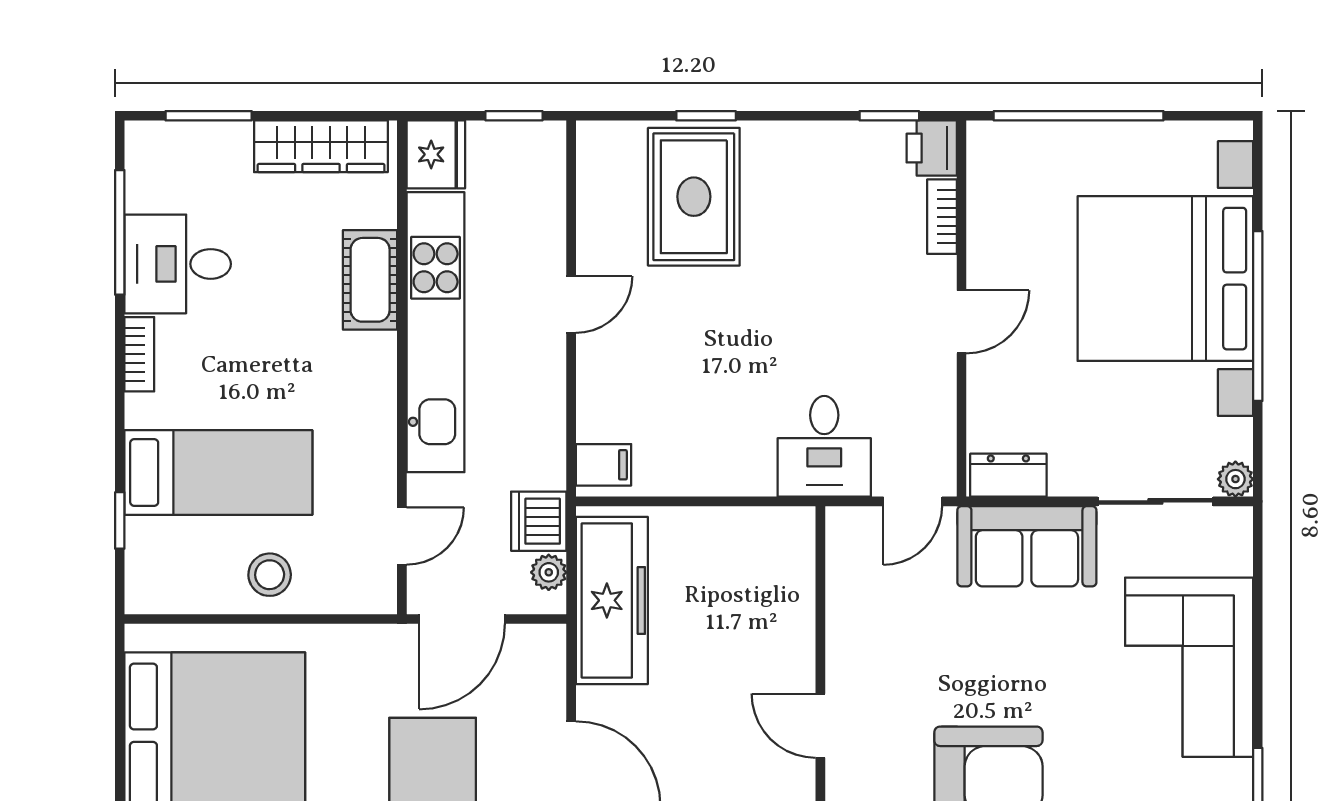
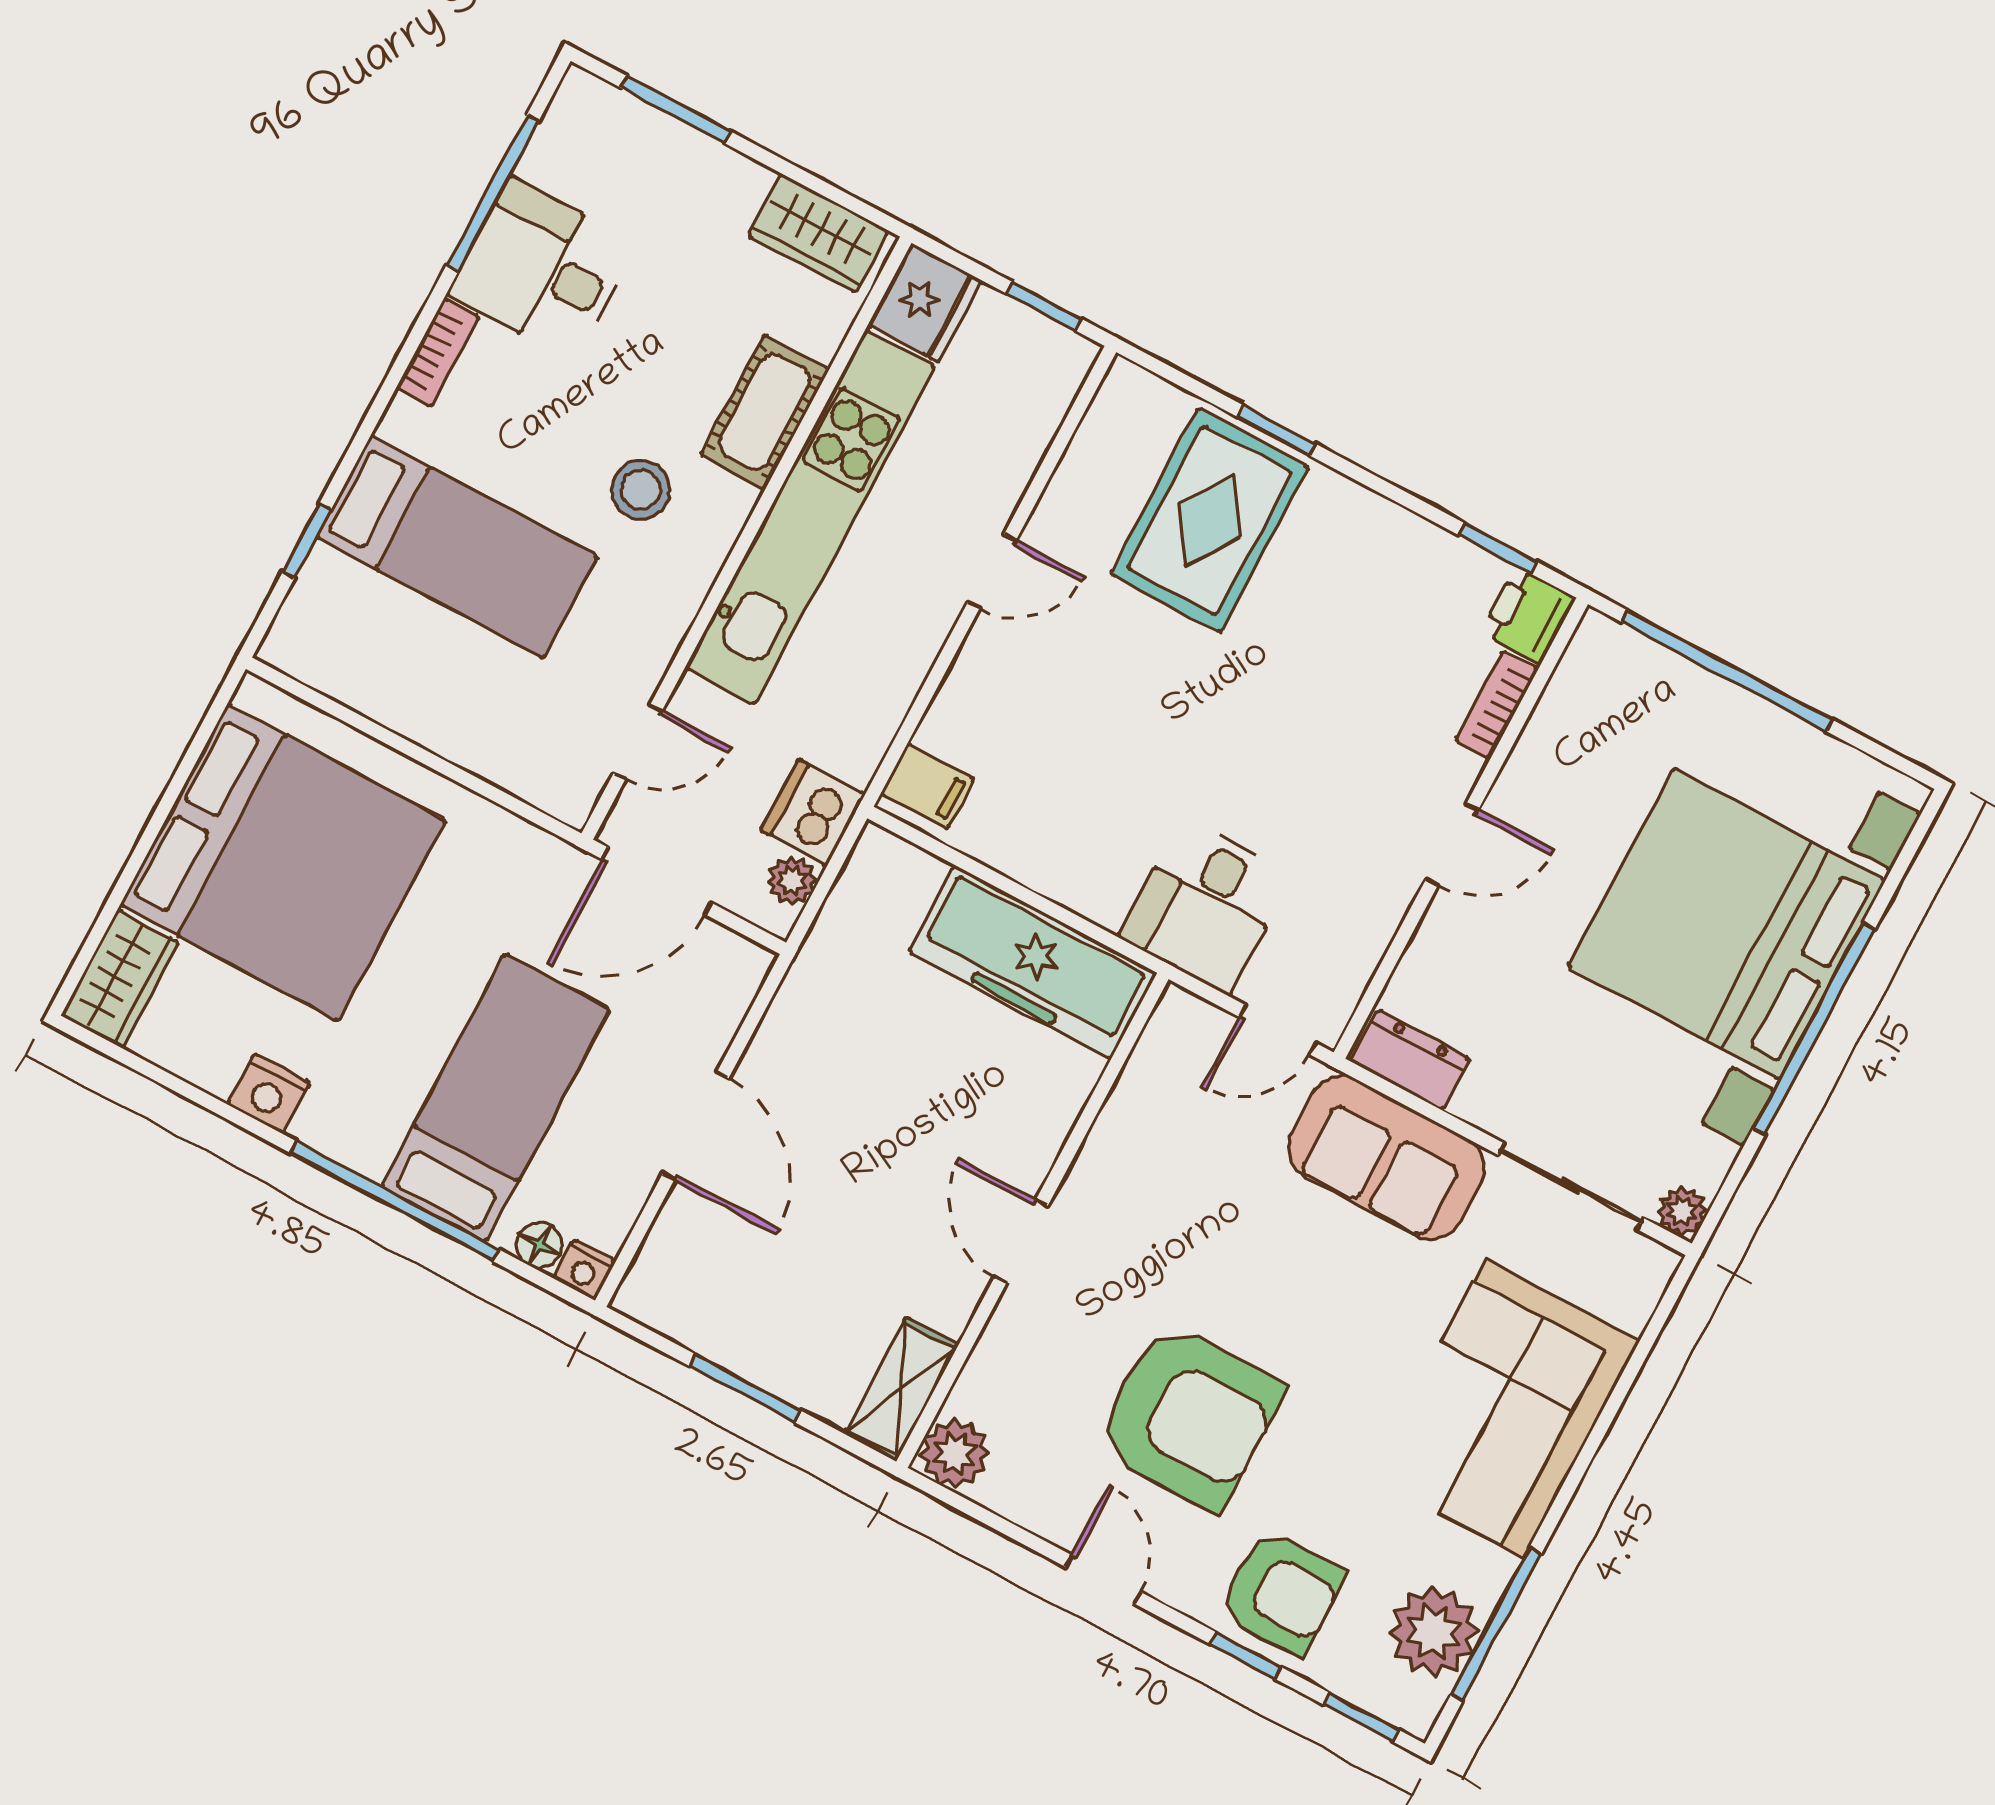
wardrobe: (321, 146) -> (818, 233), width x0.67
stool: (270, 575) -> (641, 490), moved
freezer: (612, 600) -> (1033, 962), moved, turned 90

